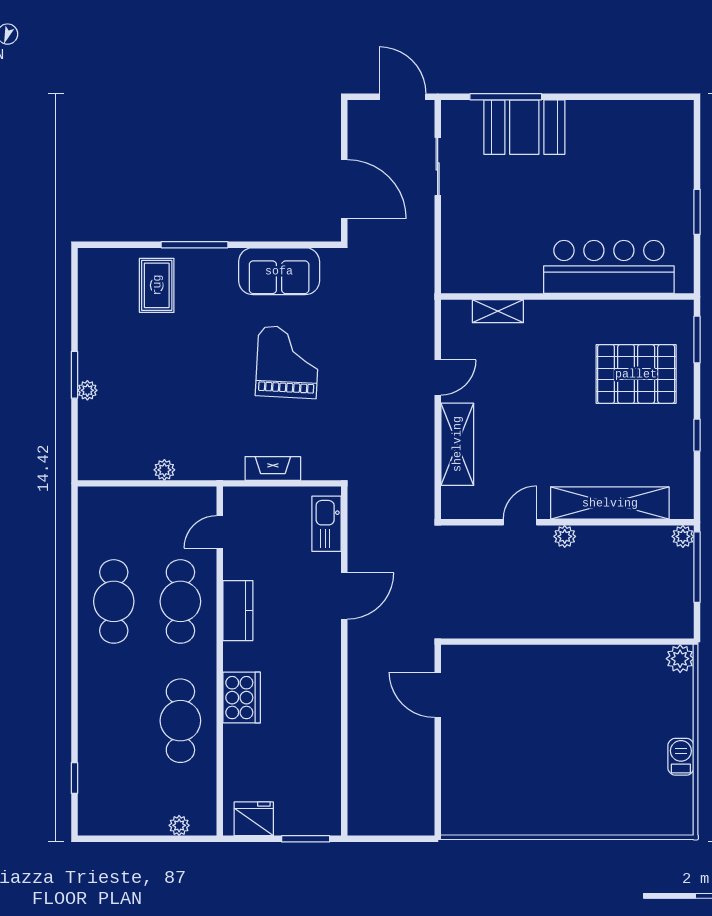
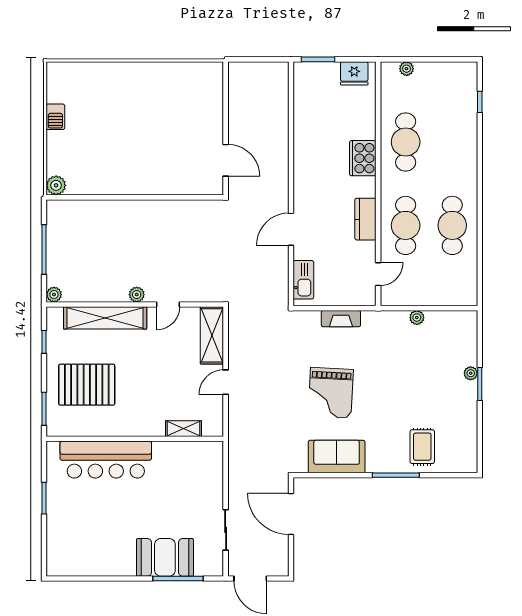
shelving: (610, 503) -> (105, 318), moved
door: (520, 522) -> (168, 304), moved
wall: (567, 522) -> (135, 304), moved
plant: (565, 536) -> (137, 295), moved
plant: (683, 536) -> (54, 295), moved

